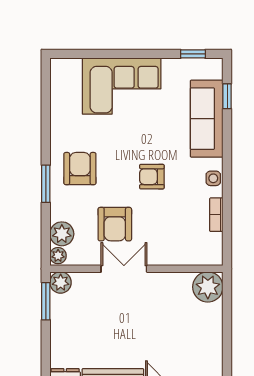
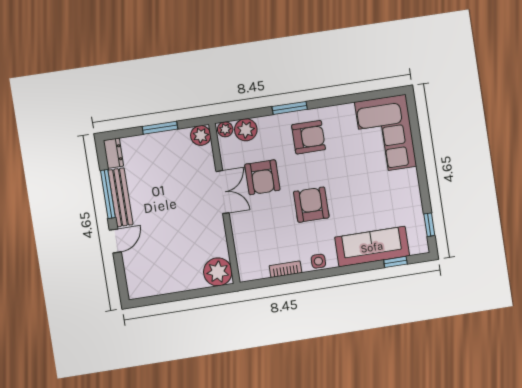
corner sofa: (122, 86) -> (386, 134), moved
armchair: (152, 177) -> (311, 205), width x1.38, depth x1.38
armchair: (115, 224) -> (262, 177), turned -90
window: (46, 301) -> (160, 128), moved

